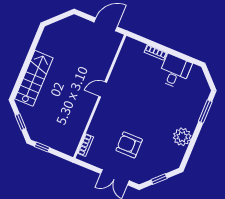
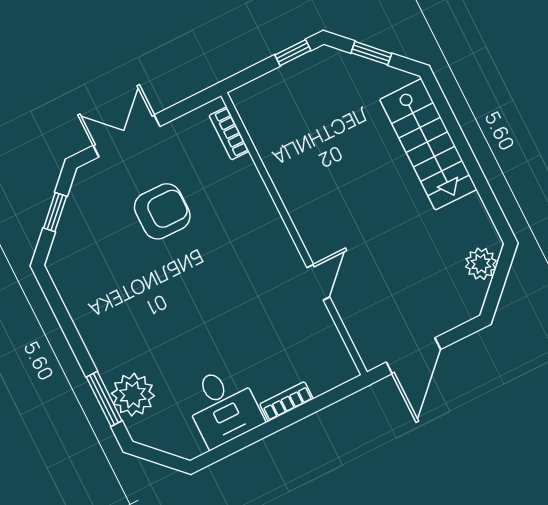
plant: (58, 28) -> (481, 264), added
door: (103, 89) -> (318, 282), moved
plant: (182, 137) -> (133, 395), moved

